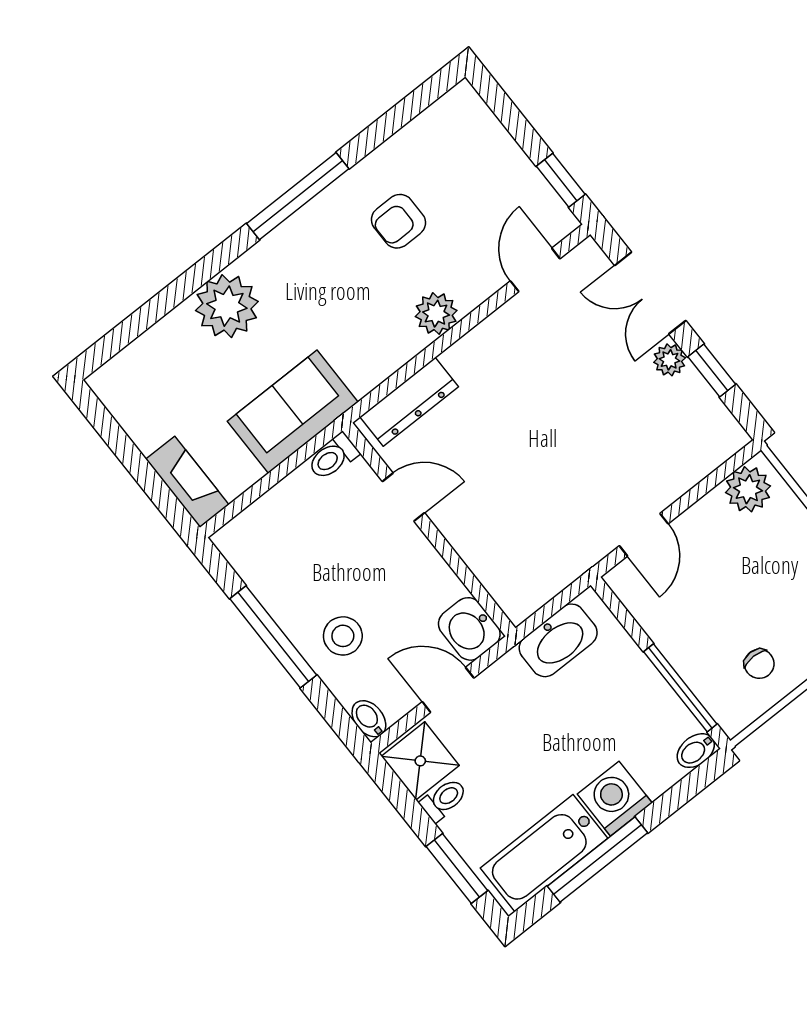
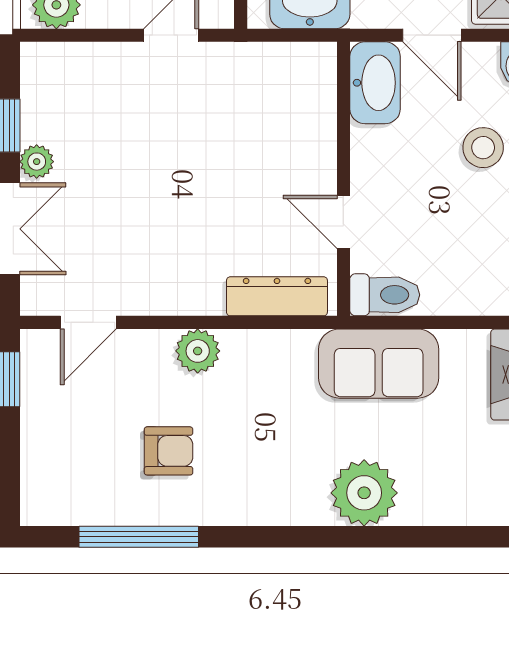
window: (298, 196) -> (139, 537), moved
toilet: (333, 457) -> (385, 295), width x1.37, depth x1.39
washbasin: (469, 629) -> (375, 83), width x1.38

